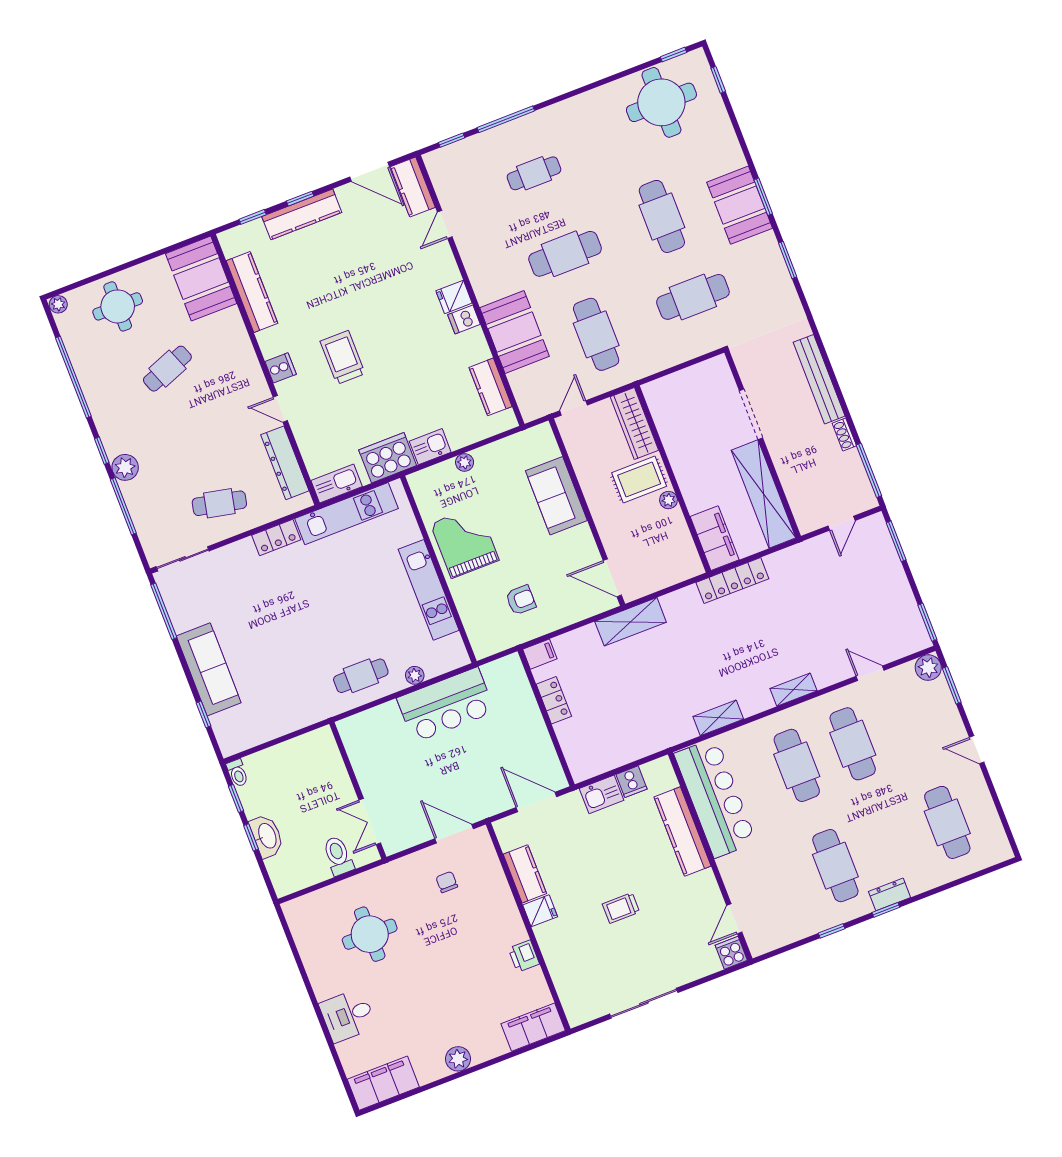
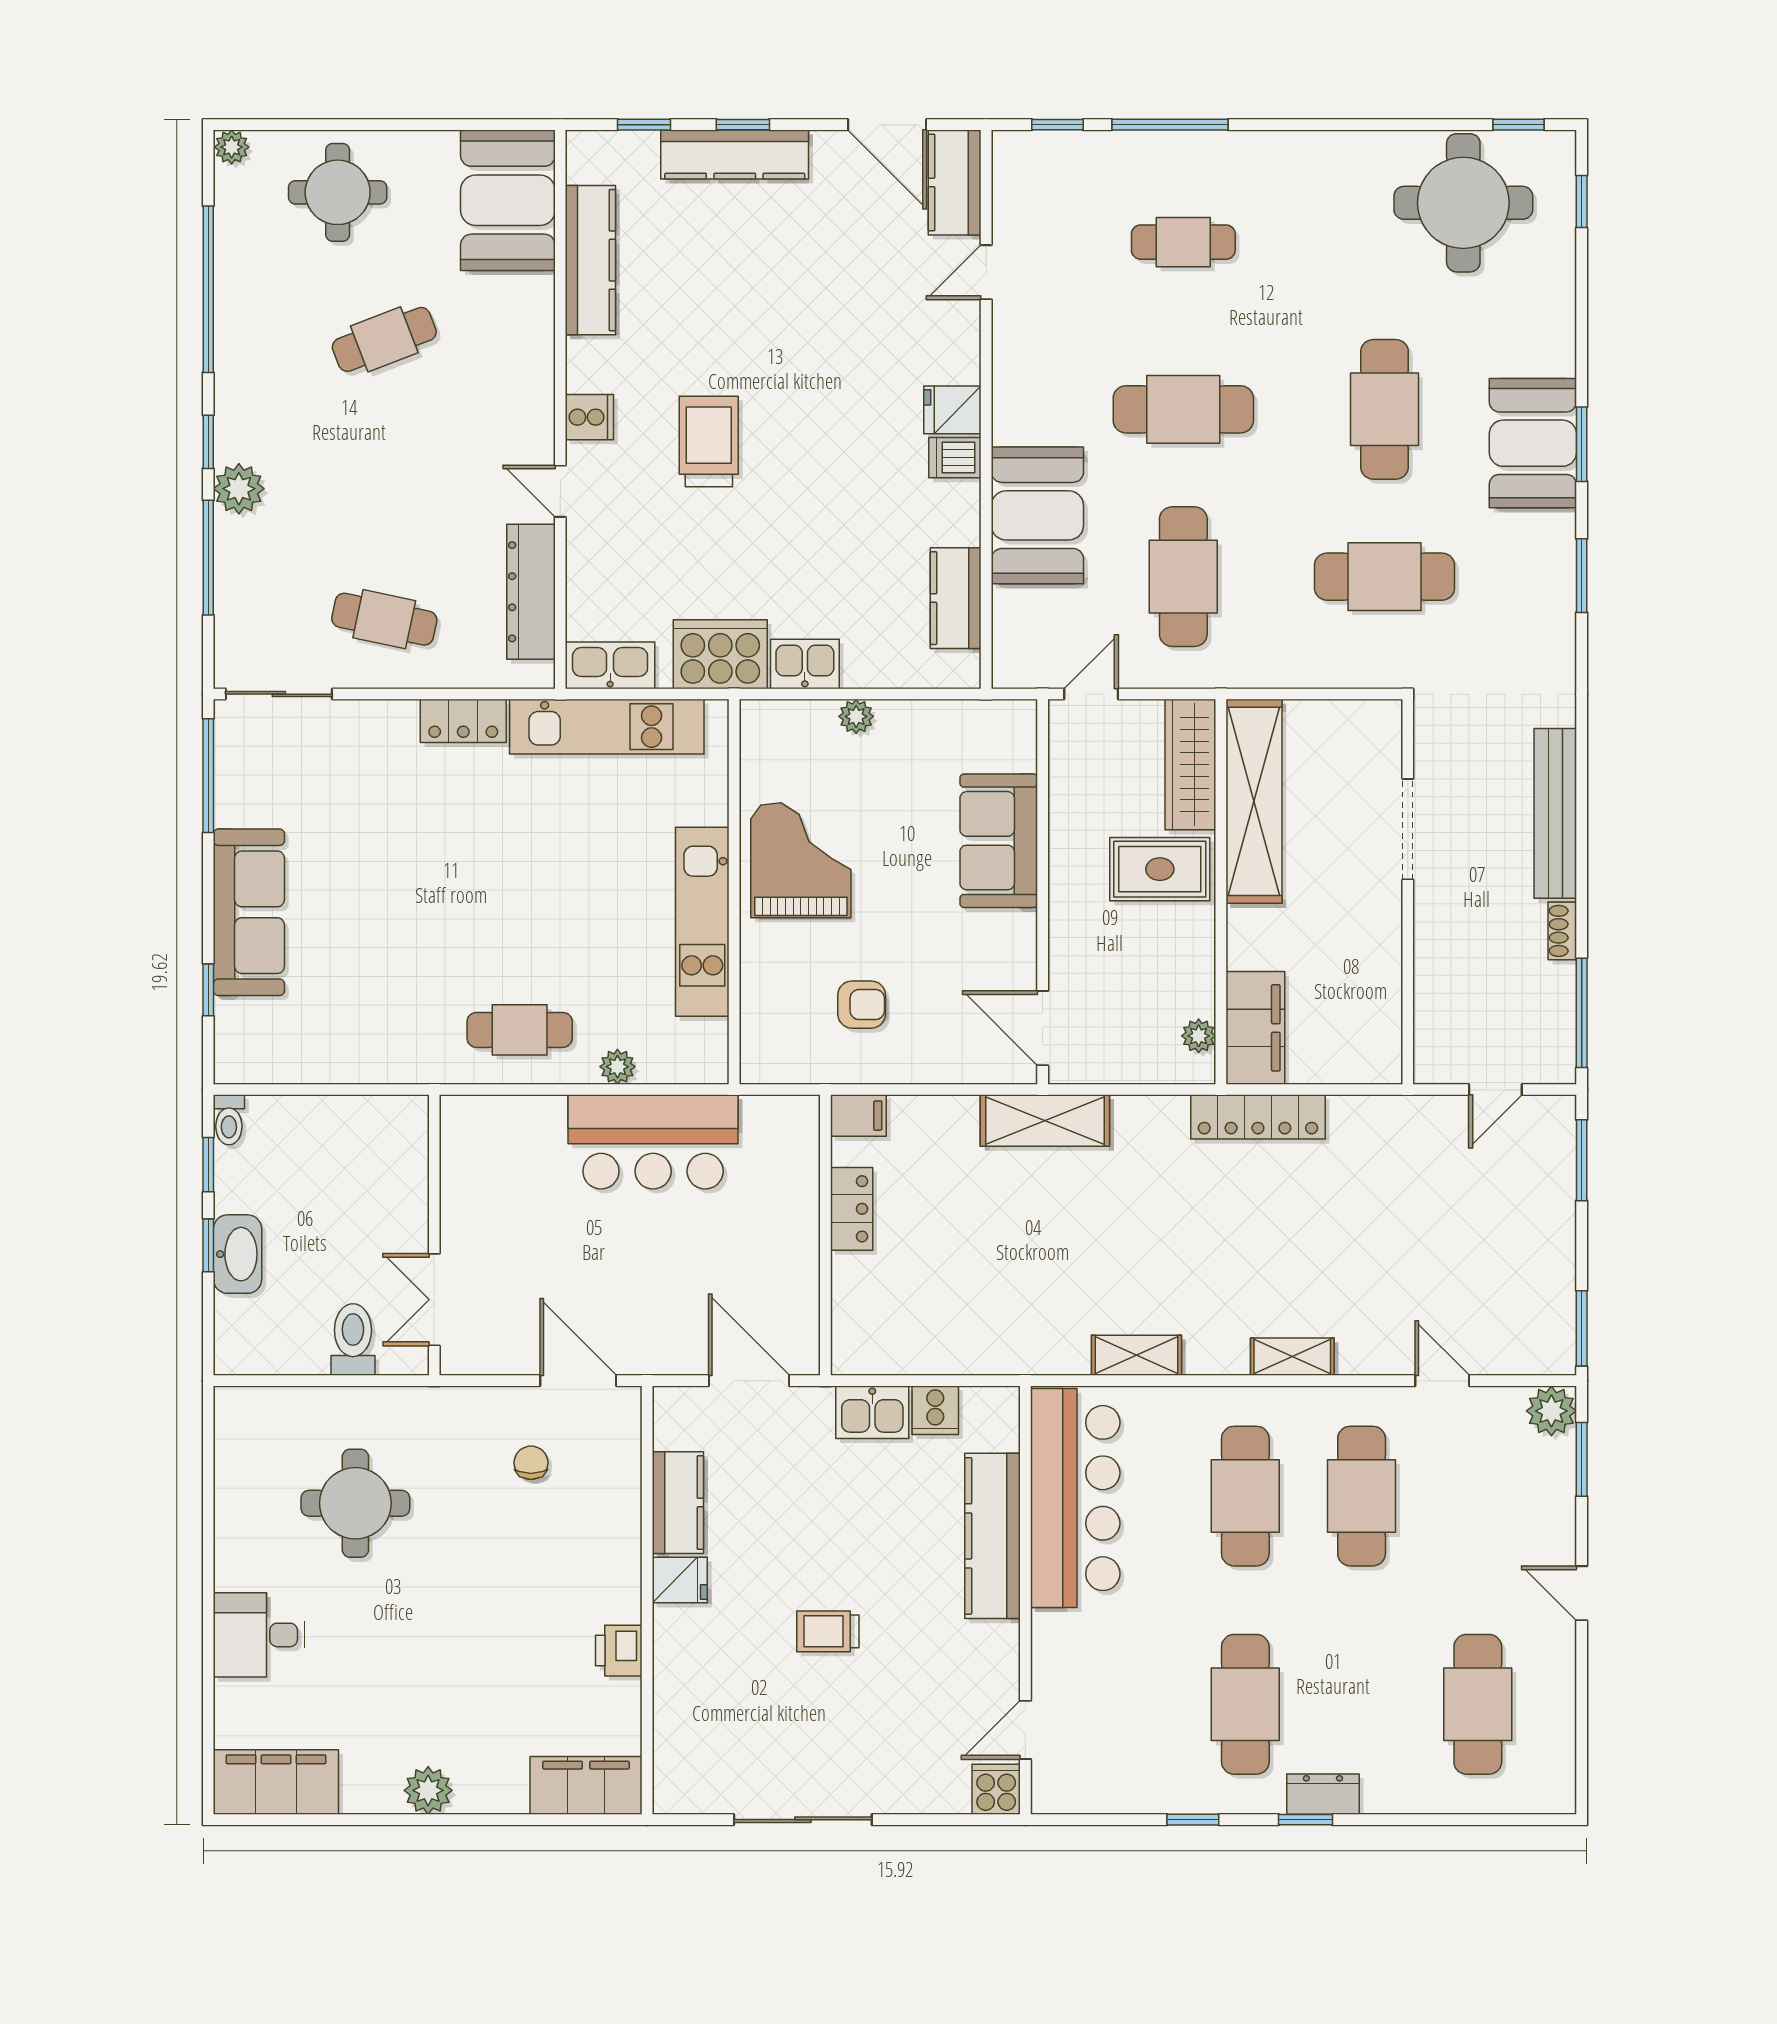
shelving: (764, 494) -> (1254, 801), moved
plant: (669, 500) -> (1199, 1036), moved

